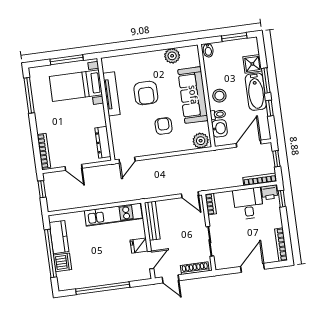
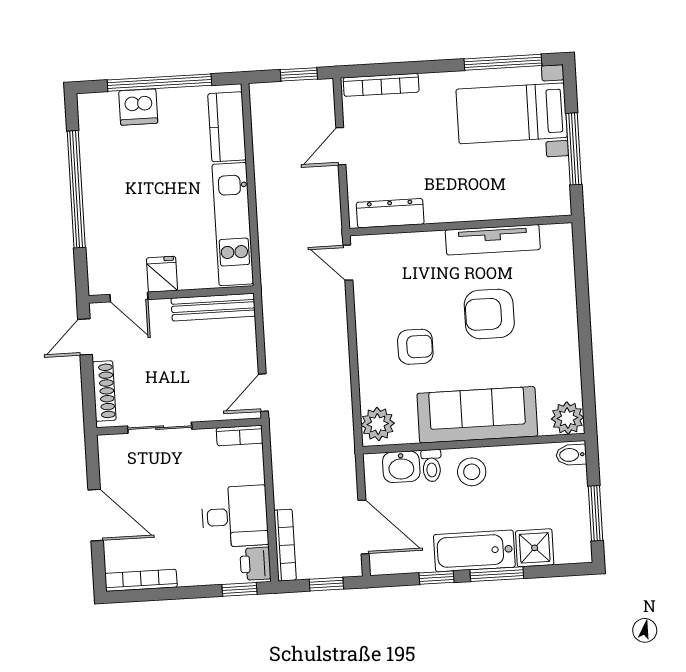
plant: (172, 56) -> (567, 418), moved
bed with nightstands: (76, 86) -> (512, 113), moved, turned -90
kitchen counter: (59, 237) -> (227, 127), moved, turned 90

